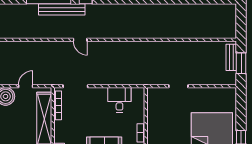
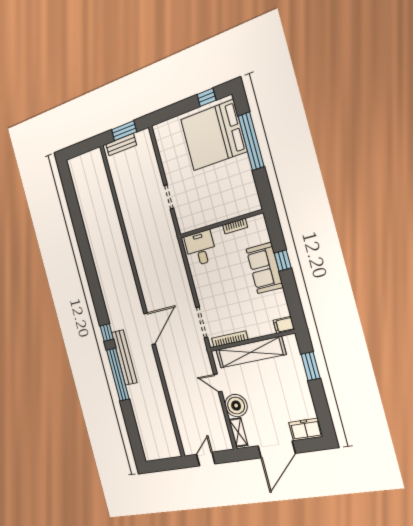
door: (80, 40) -> (150, 329), width x1.87
desk: (119, 100) -> (201, 248), moved, turned 90

